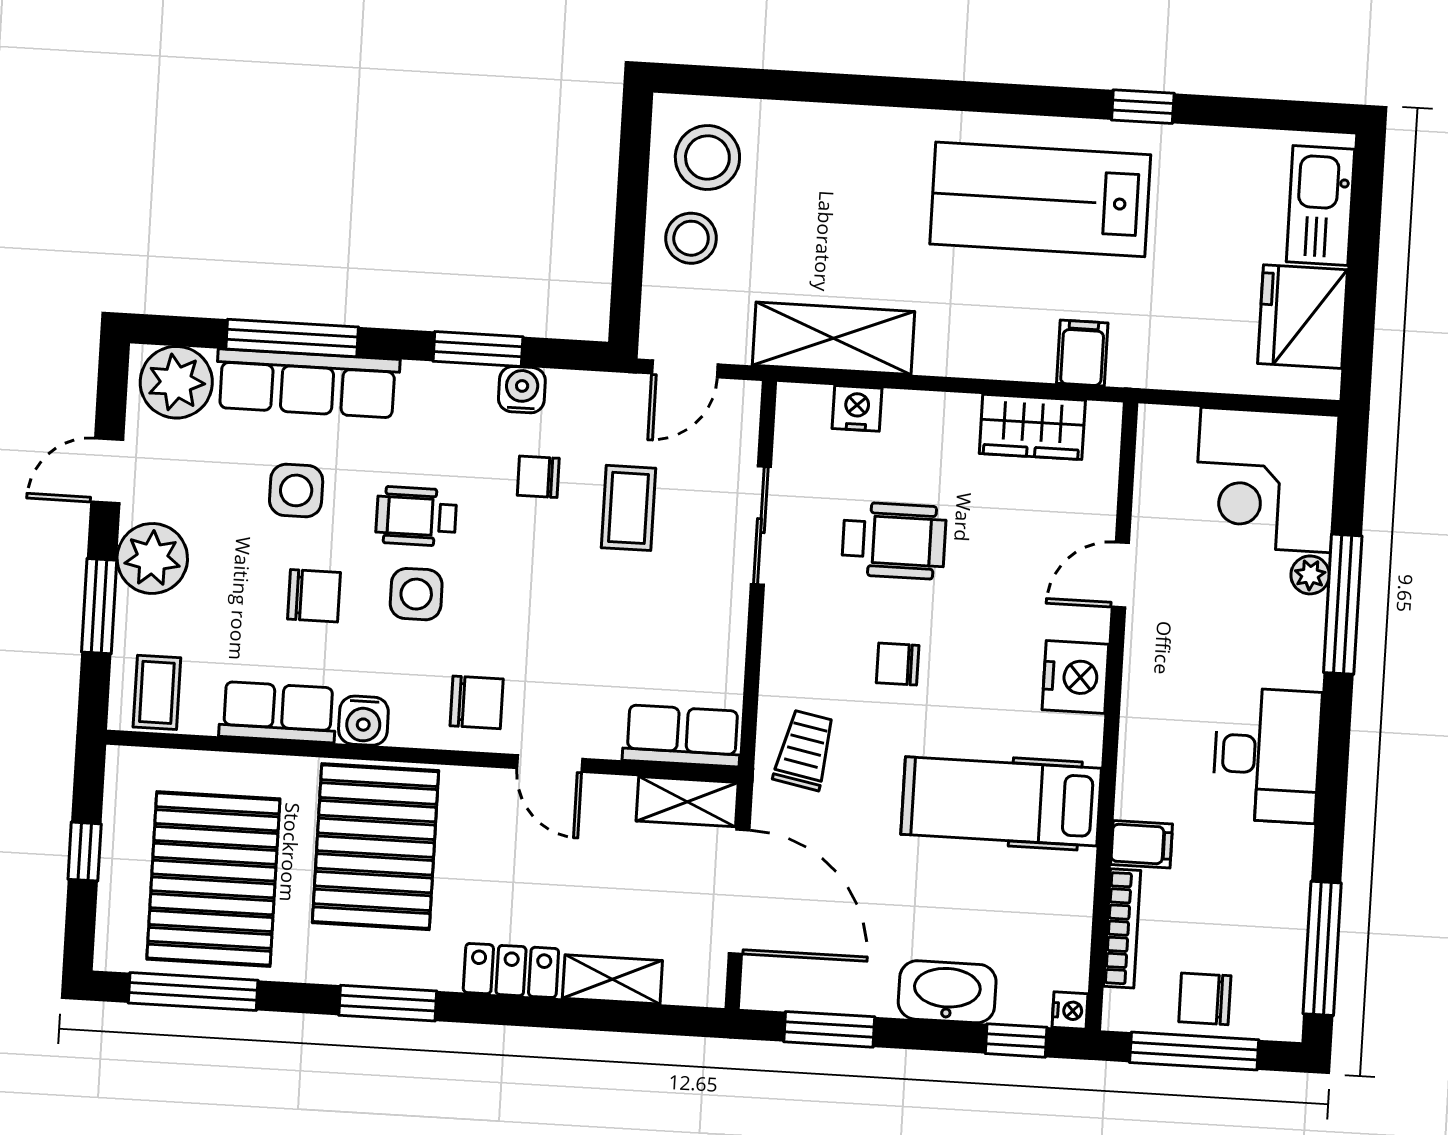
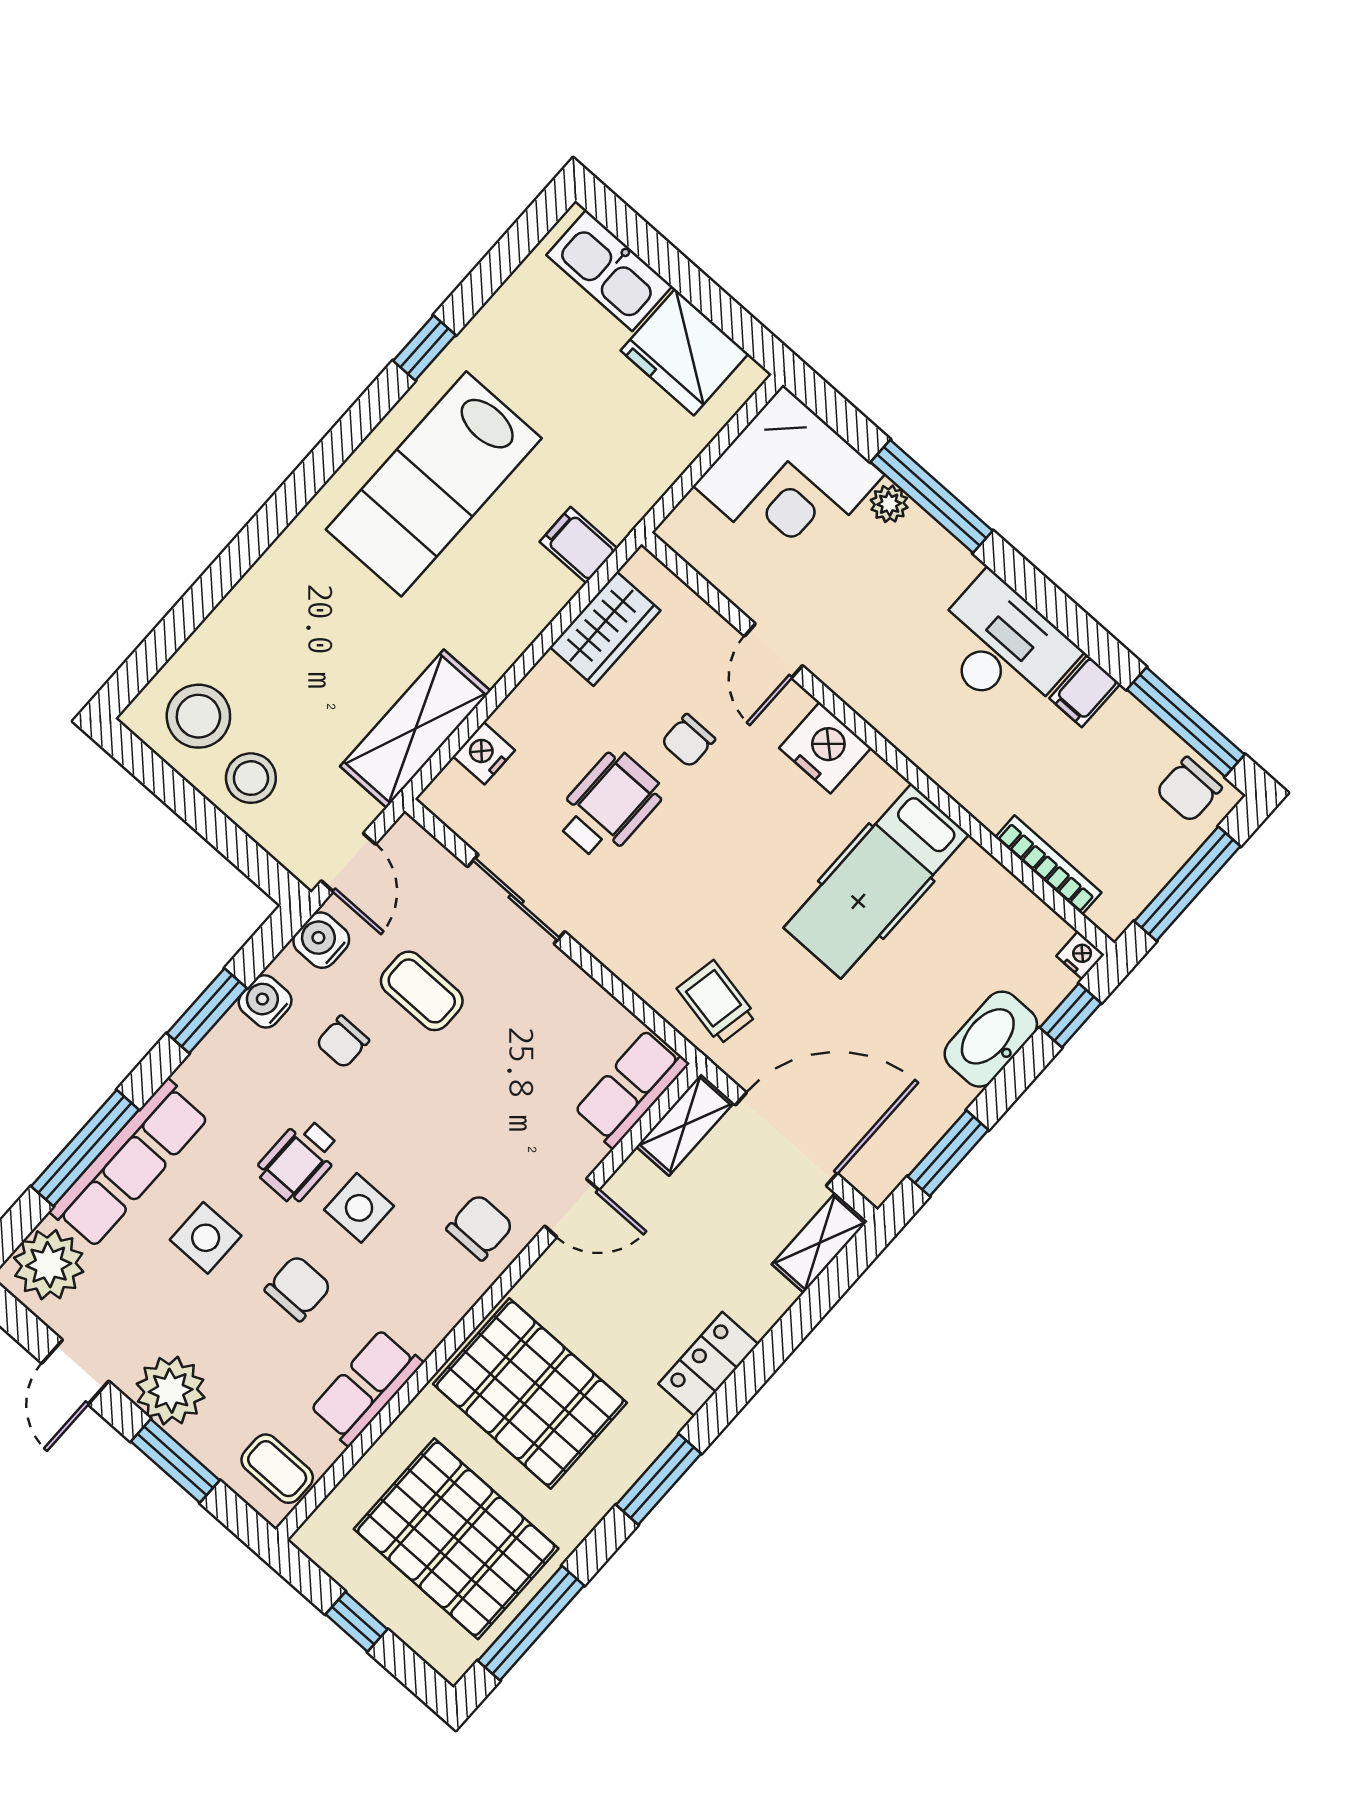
chair: (898, 664) -> (688, 741), moved
water cooler: (363, 721) -> (321, 940), moved, turned 180
filing cabinet: (1142, 844) -> (1085, 691), moved, turned 180
shelving: (612, 979) -> (820, 1243), moved
chair: (1205, 999) -> (1189, 790), moved

